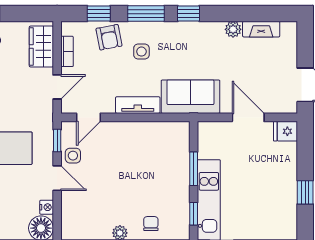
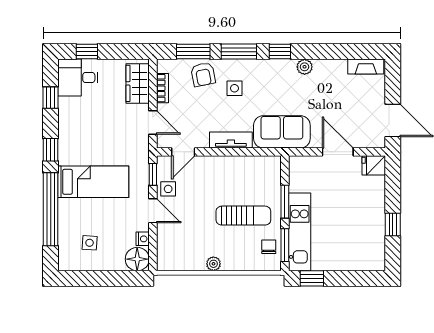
window: (99, 14) -> (193, 52), width x1.50
plant: (233, 29) -> (305, 67), moved
fireplace: (261, 29) -> (366, 67), moved
door: (57, 87) -> (153, 123), hinge flipped
sun lounger: (151, 183) -> (243, 216), added
window: (194, 214) -> (285, 245), width x1.50
chair: (151, 224) -> (269, 247), moved

